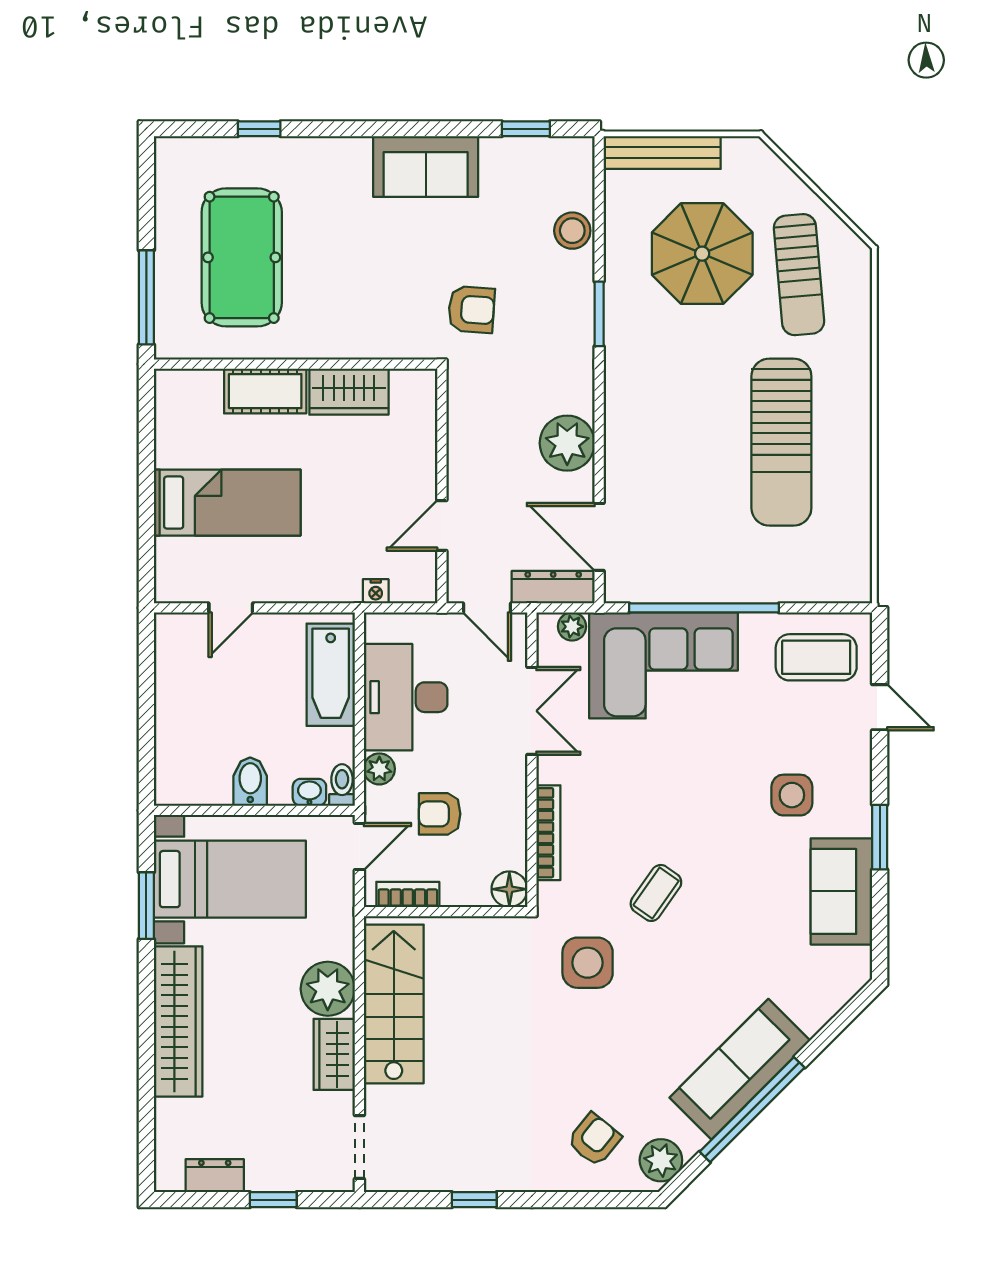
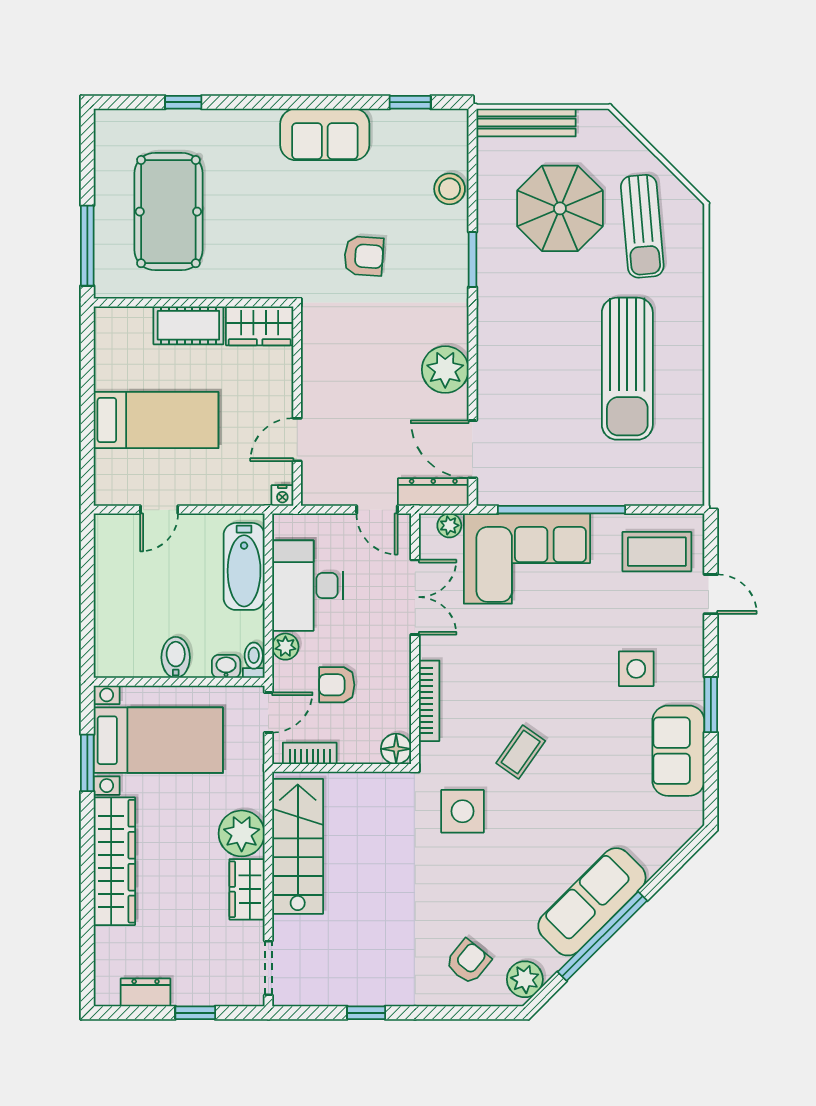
wall: (442, 486) -> (297, 406), moved
door: (442, 526) -> (297, 440), moved

